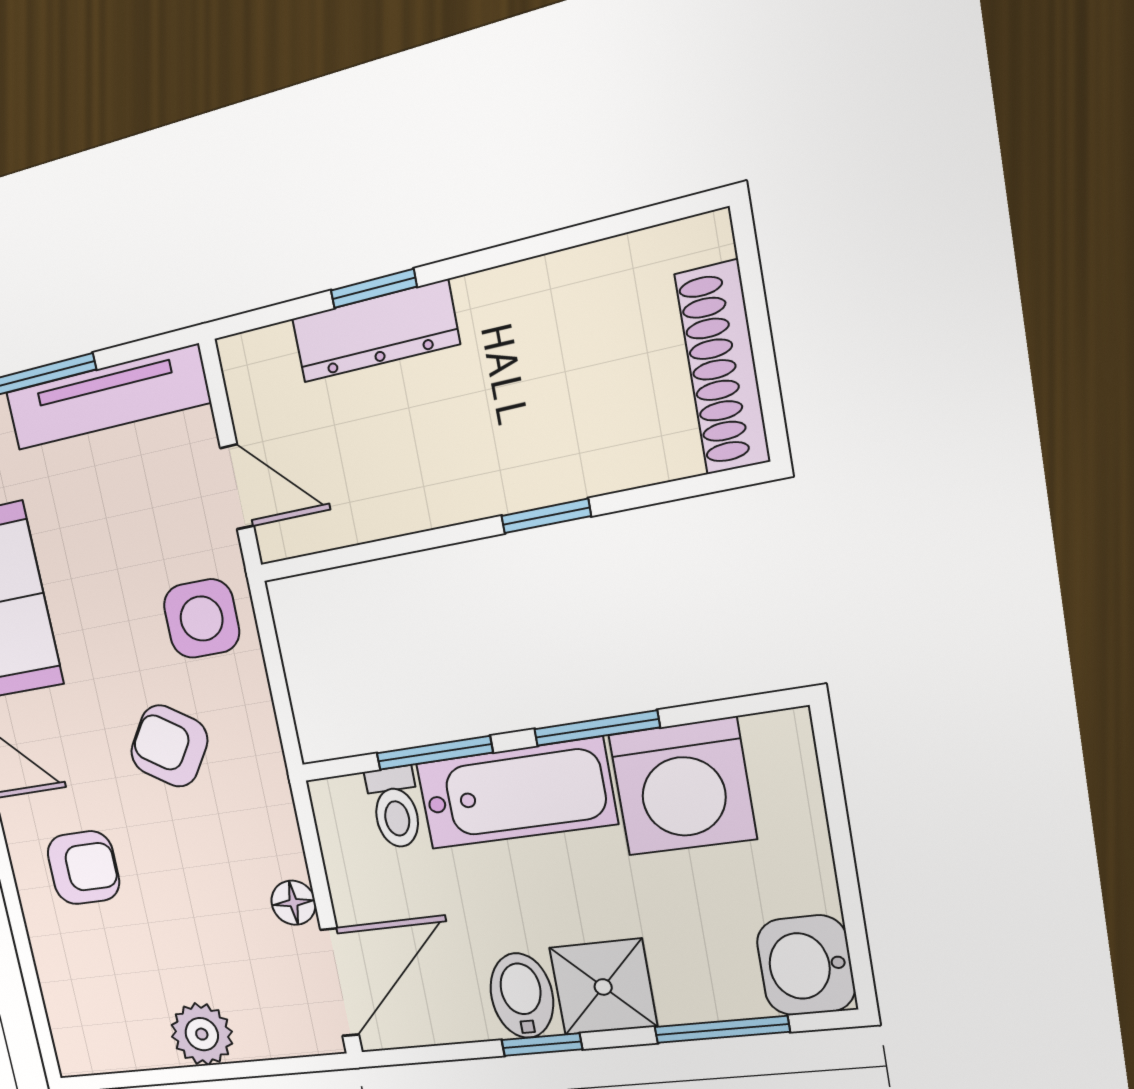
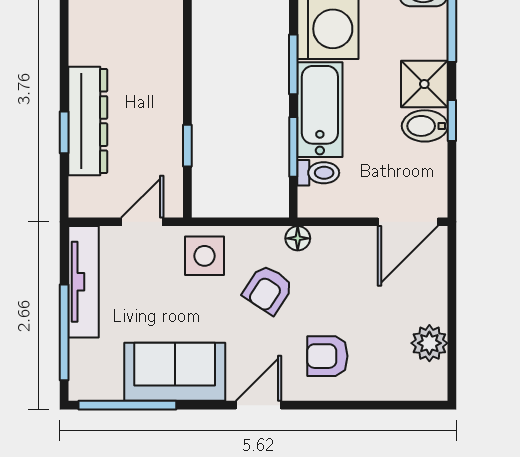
dresser: (375, 331) -> (88, 121), width x1.37, depth x1.24
window: (546, 516) -> (187, 146), moved
armchair: (83, 868) -> (327, 356), turned -90
floor lamp: (293, 903) -> (298, 238), moved
door: (340, 982) -> (408, 222), swing flipped
plant: (202, 1034) -> (429, 343), moved

